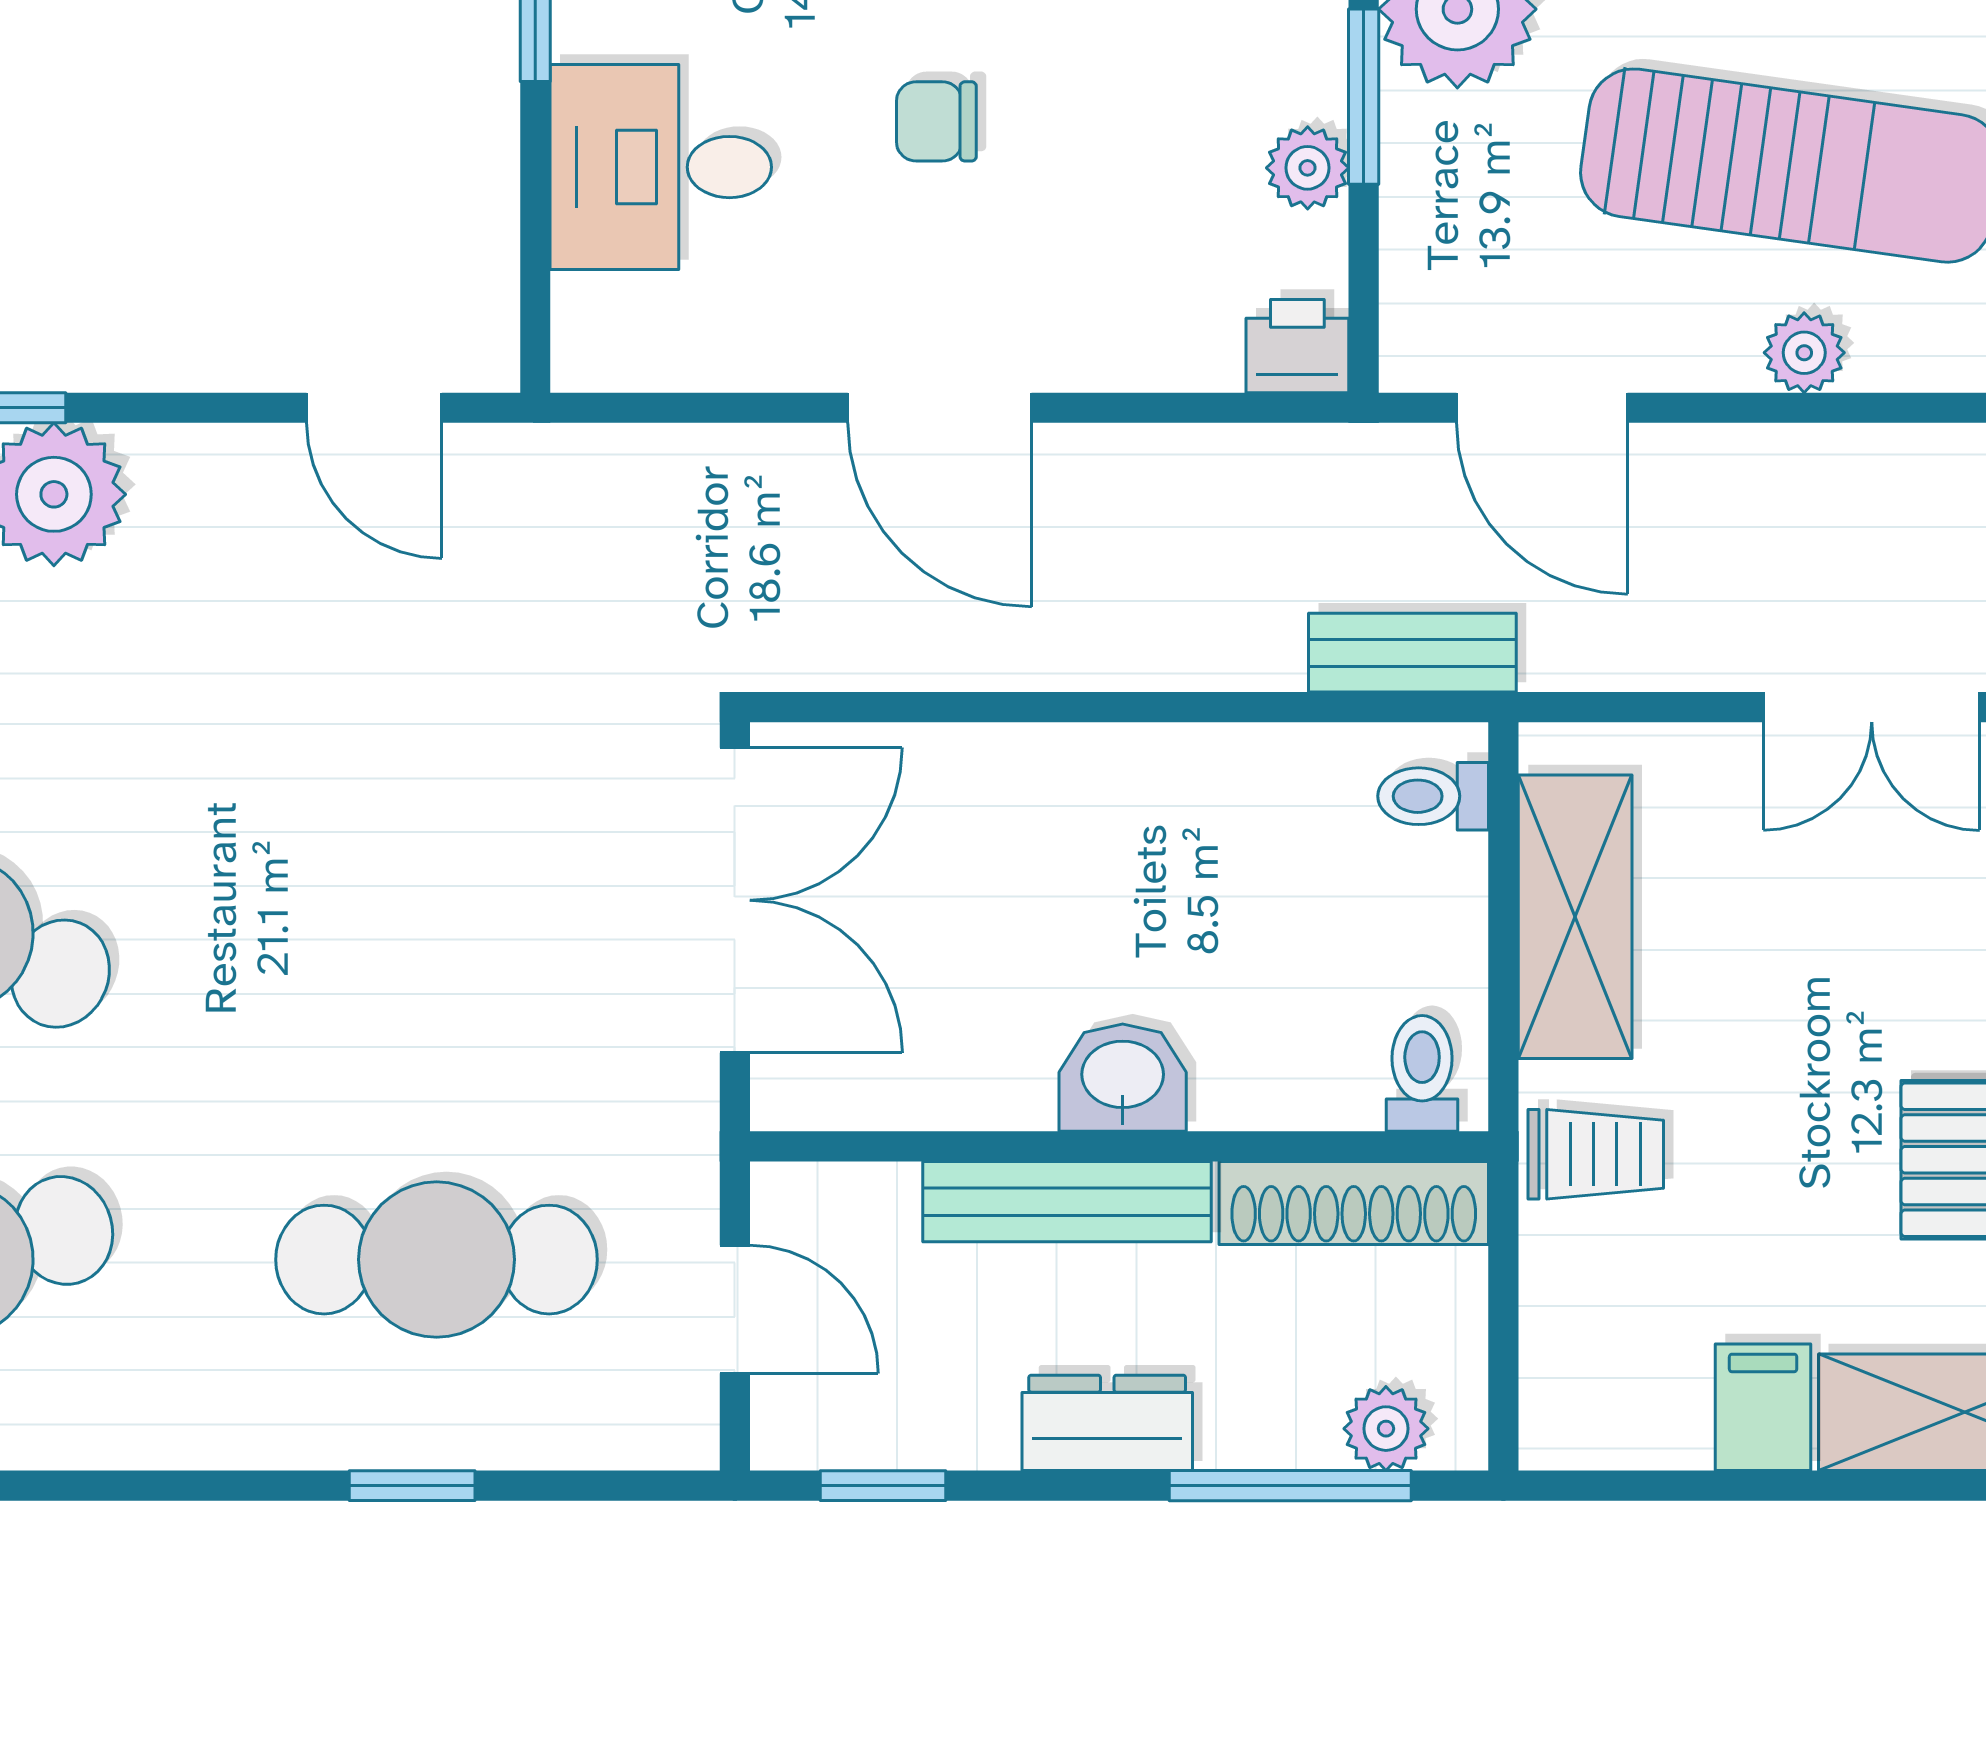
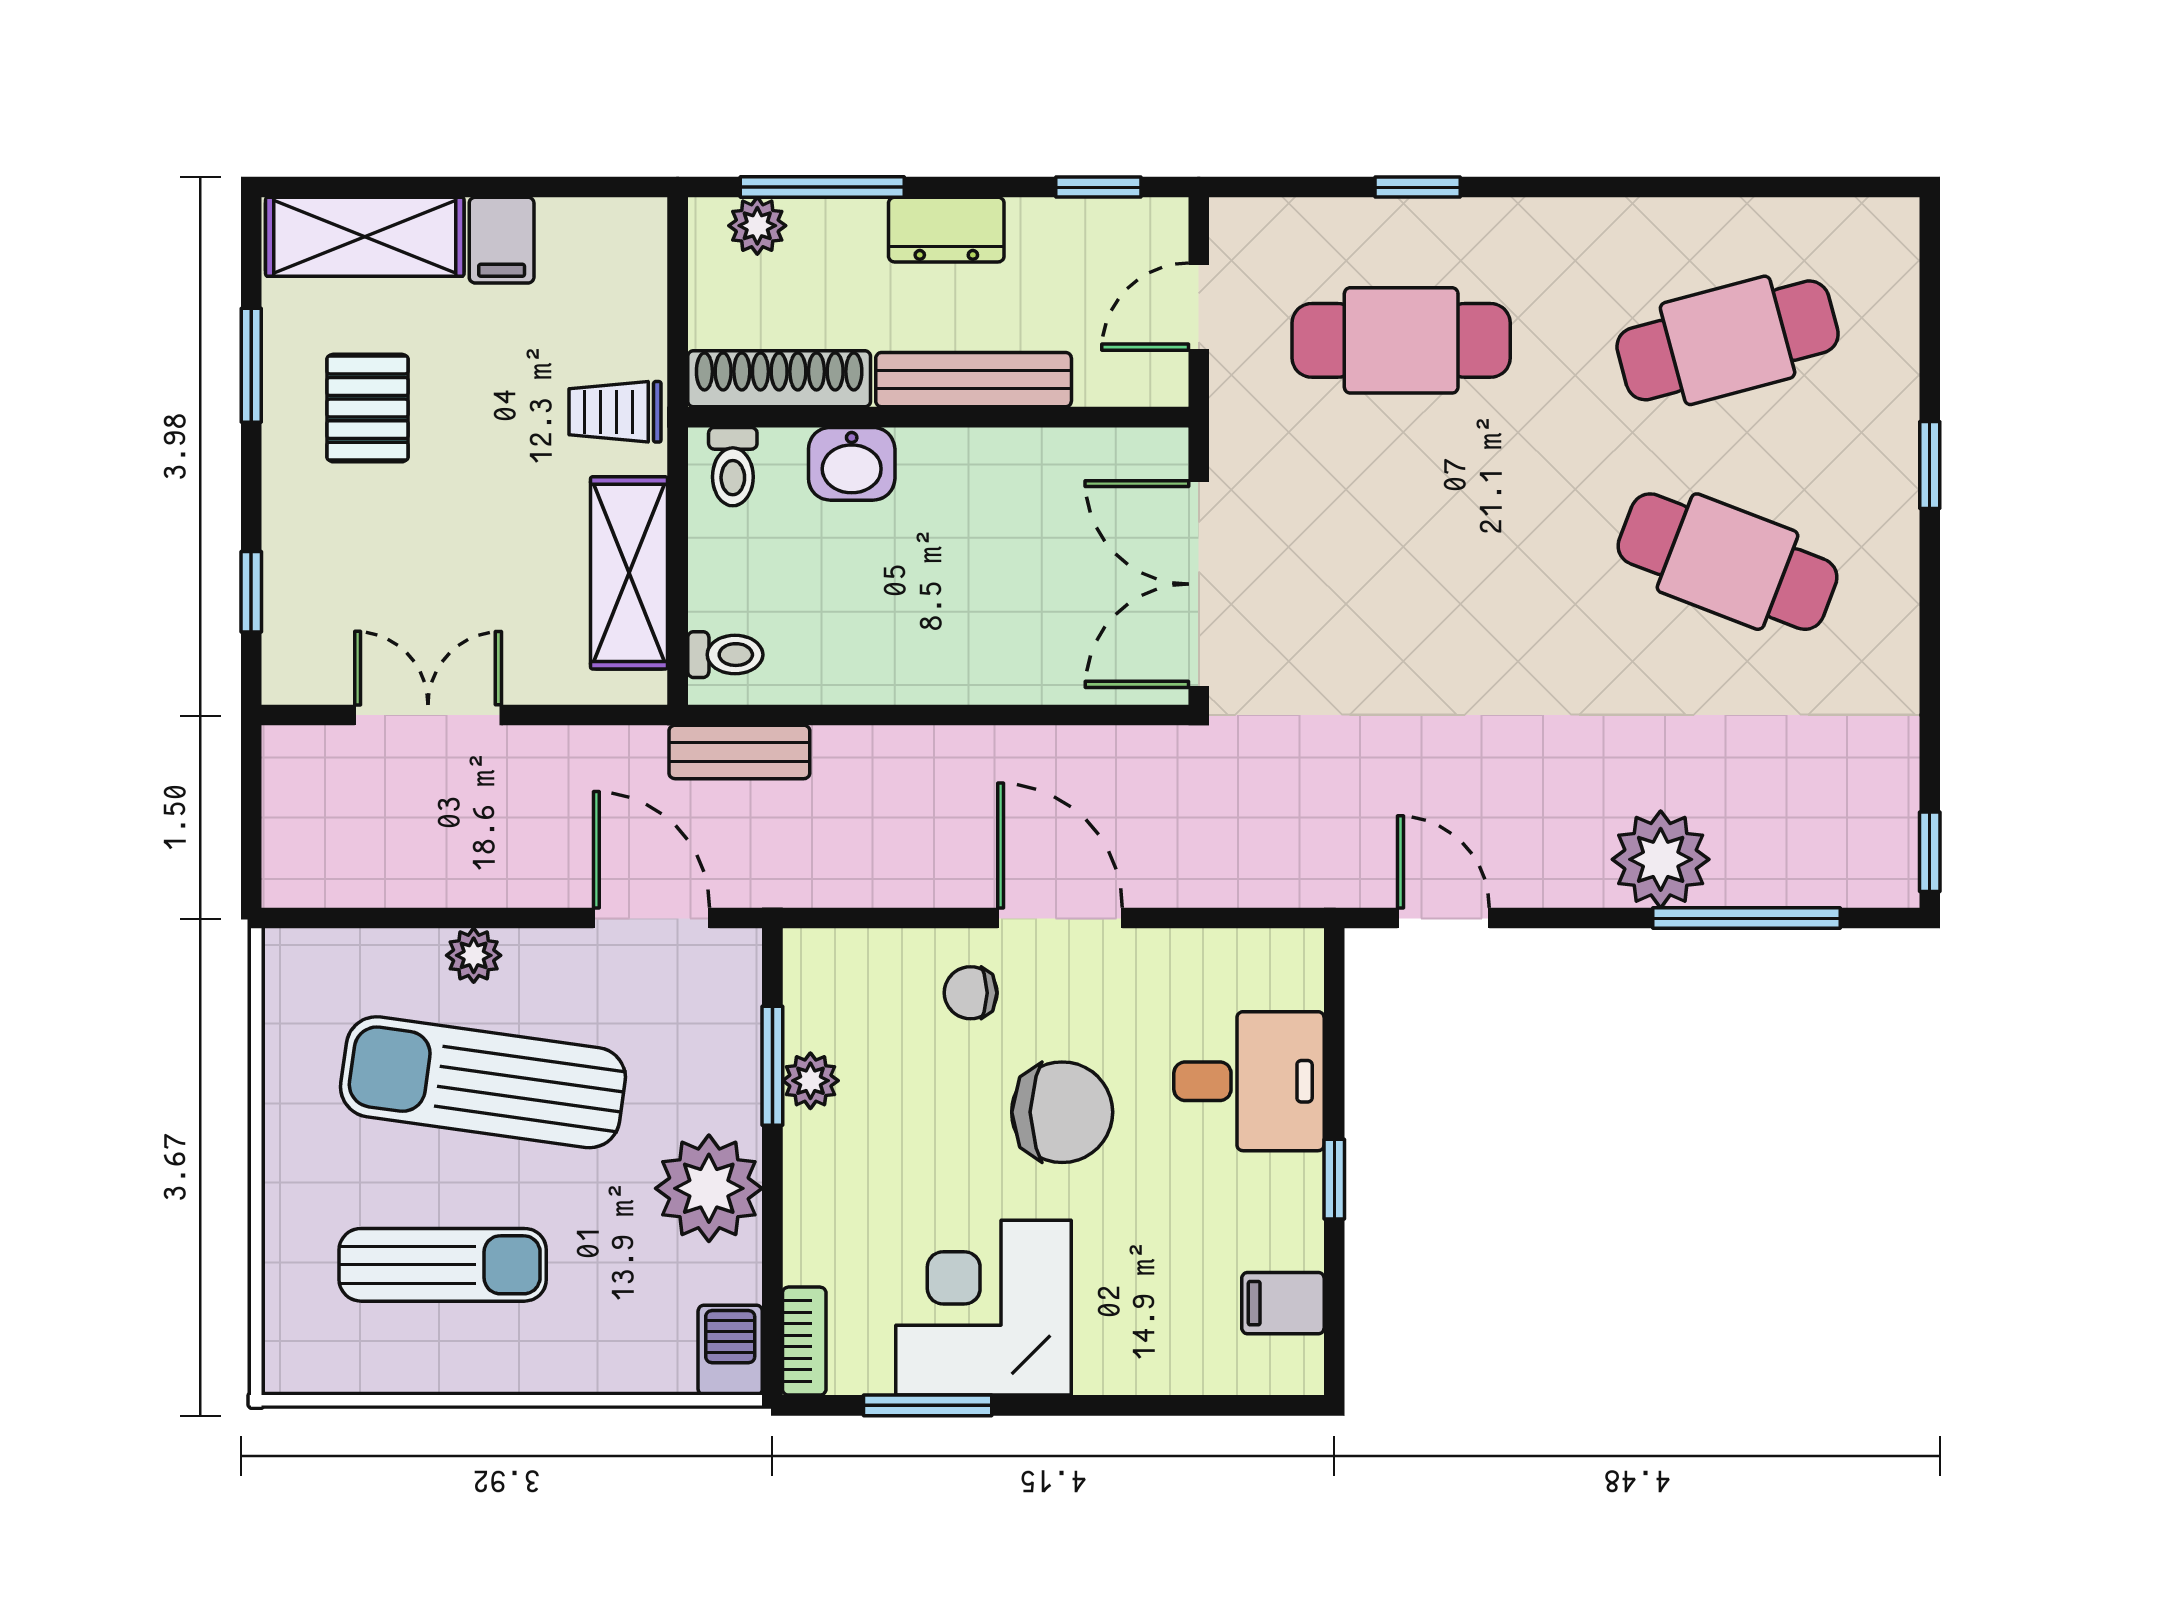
window: (1364, 97) -> (772, 1066), moved
chair: (936, 121) -> (1062, 1112), width x1.87, depth x1.87
chair: (1071, 298) -> (971, 993), added
printer: (1297, 346) -> (817, 960), removed
washbasin: (1123, 1078) -> (852, 464), moved
door: (735, 1309) -> (1199, 307), hinge flipped

